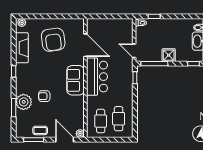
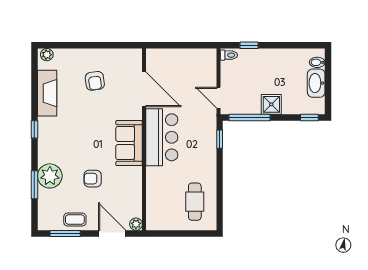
armchair: (53, 40) -> (95, 81), width x0.53, depth x0.53
armchair: (44, 96) -> (93, 179), moved
cafe table: (101, 121) -> (167, 205), removed

